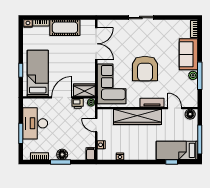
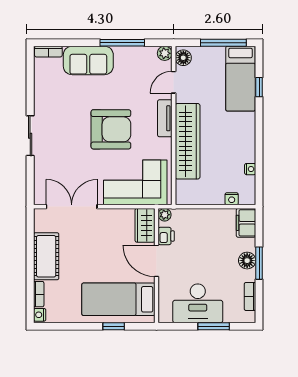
plant: (193, 75) -> (165, 53), moved
door: (96, 125) -> (201, 207), removed
filing cabinet: (91, 154) -> (246, 223), width x2.00

